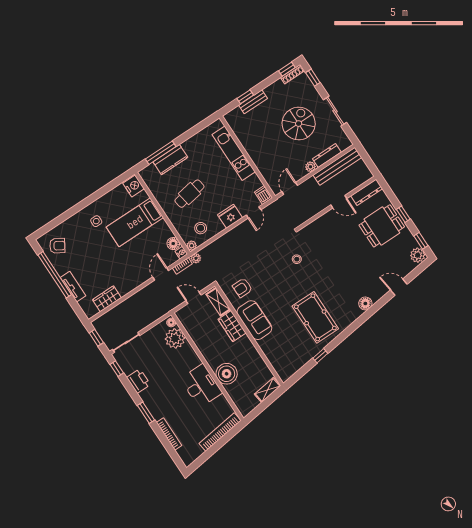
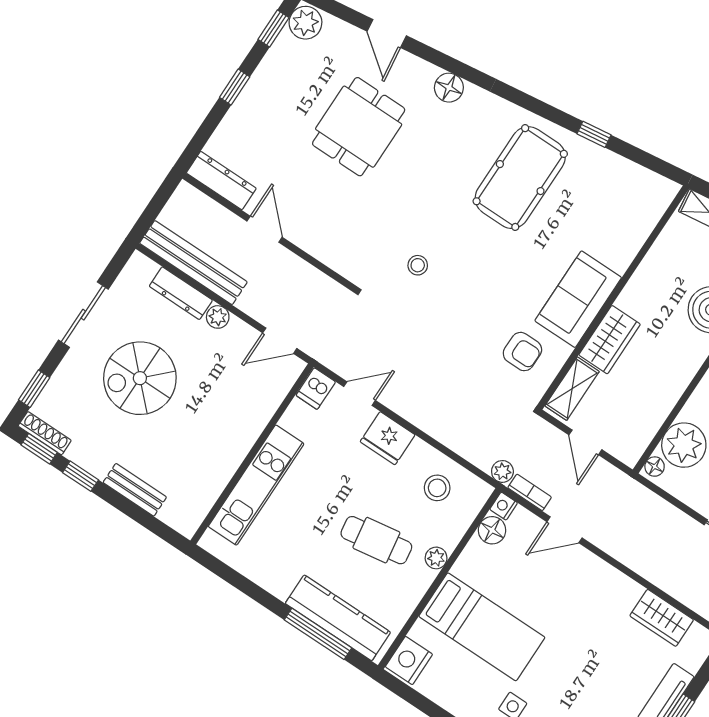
window: (245, 97) -> (81, 476), moved
kitchen counter: (170, 160) -> (338, 618), width x1.50
dining table: (382, 226) -> (359, 127), moved, turned 90
plant: (192, 246) -> (436, 558), moved

